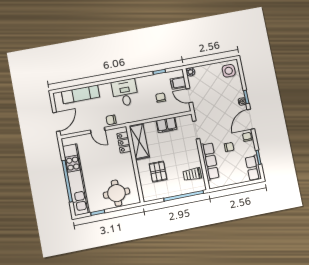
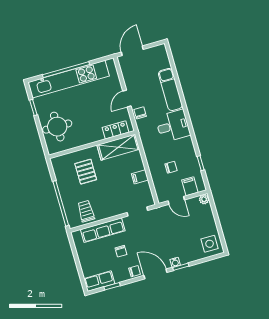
exam couch: (81, 94) -> (170, 89), moved
door: (189, 96) -> (176, 200), swing flipped
door: (56, 122) -> (132, 51), swing flipped
filing cabinet: (166, 125) -> (140, 177), width x0.50
pallet: (158, 172) -> (86, 172), turned 90

